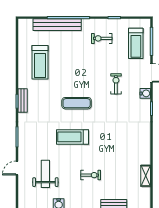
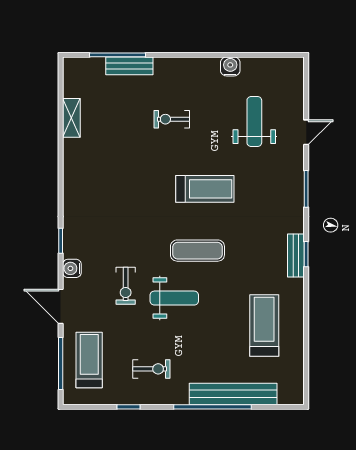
weight bench: (89, 77) -> (174, 298), added
weight bench: (45, 174) -> (254, 121), turned 180

